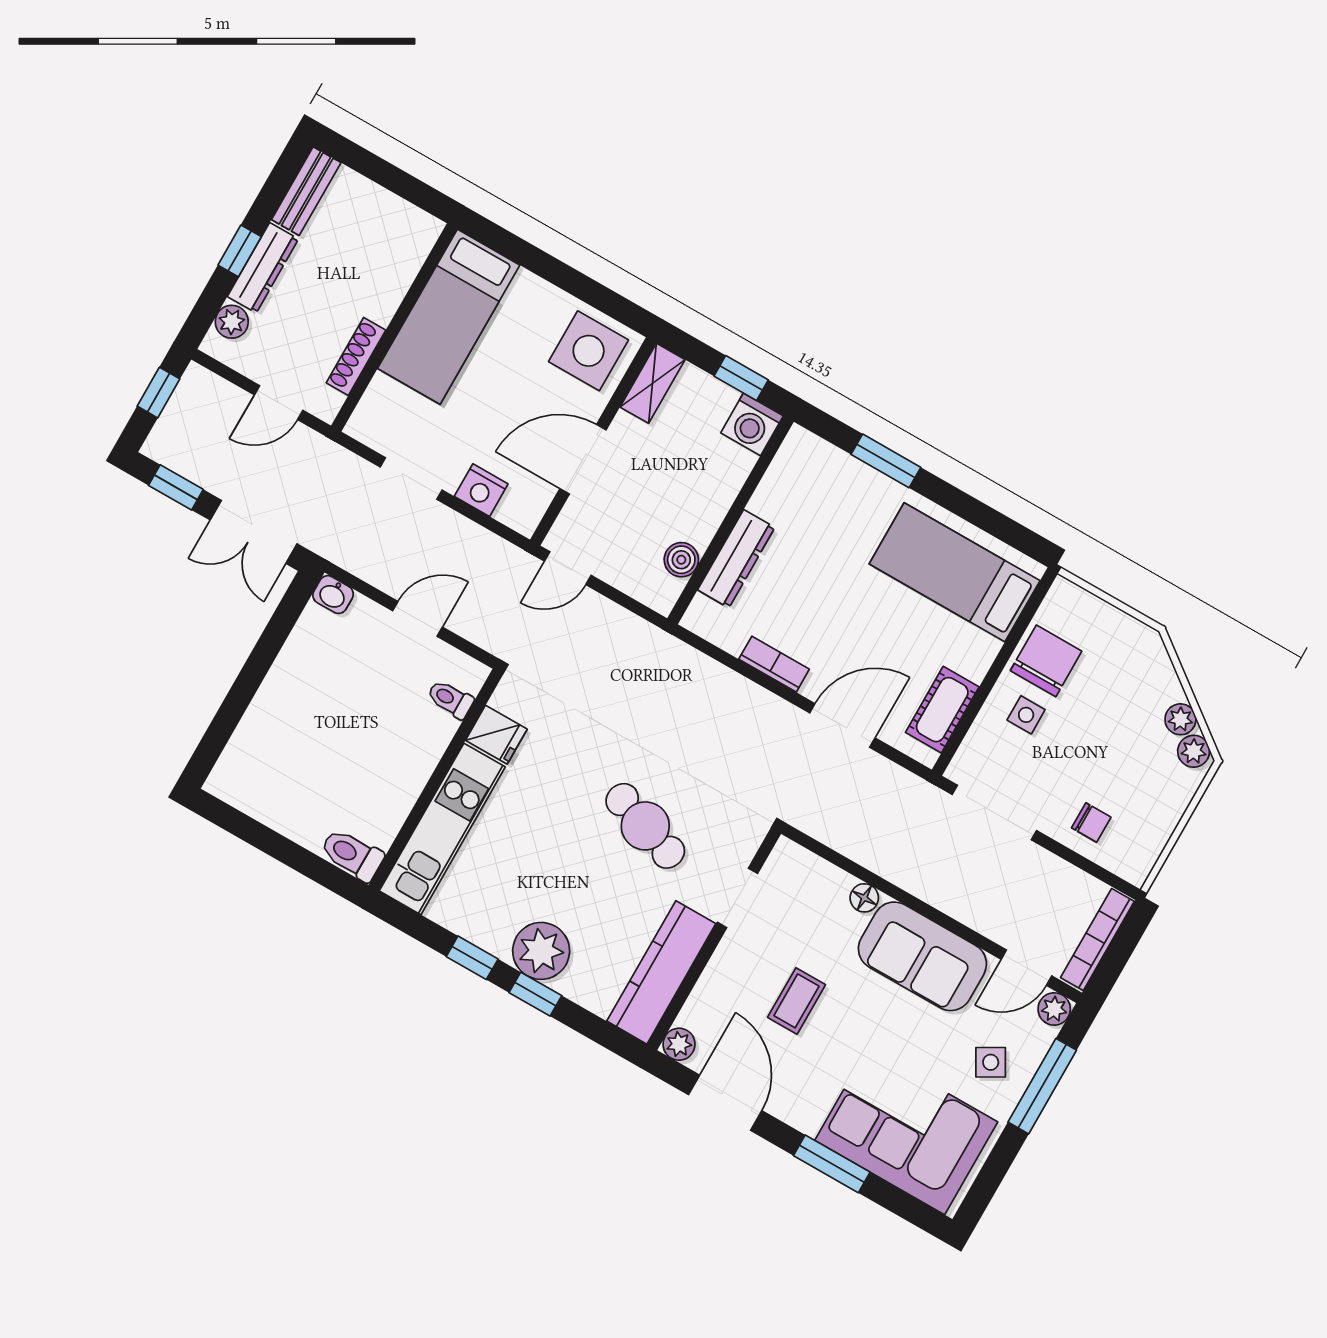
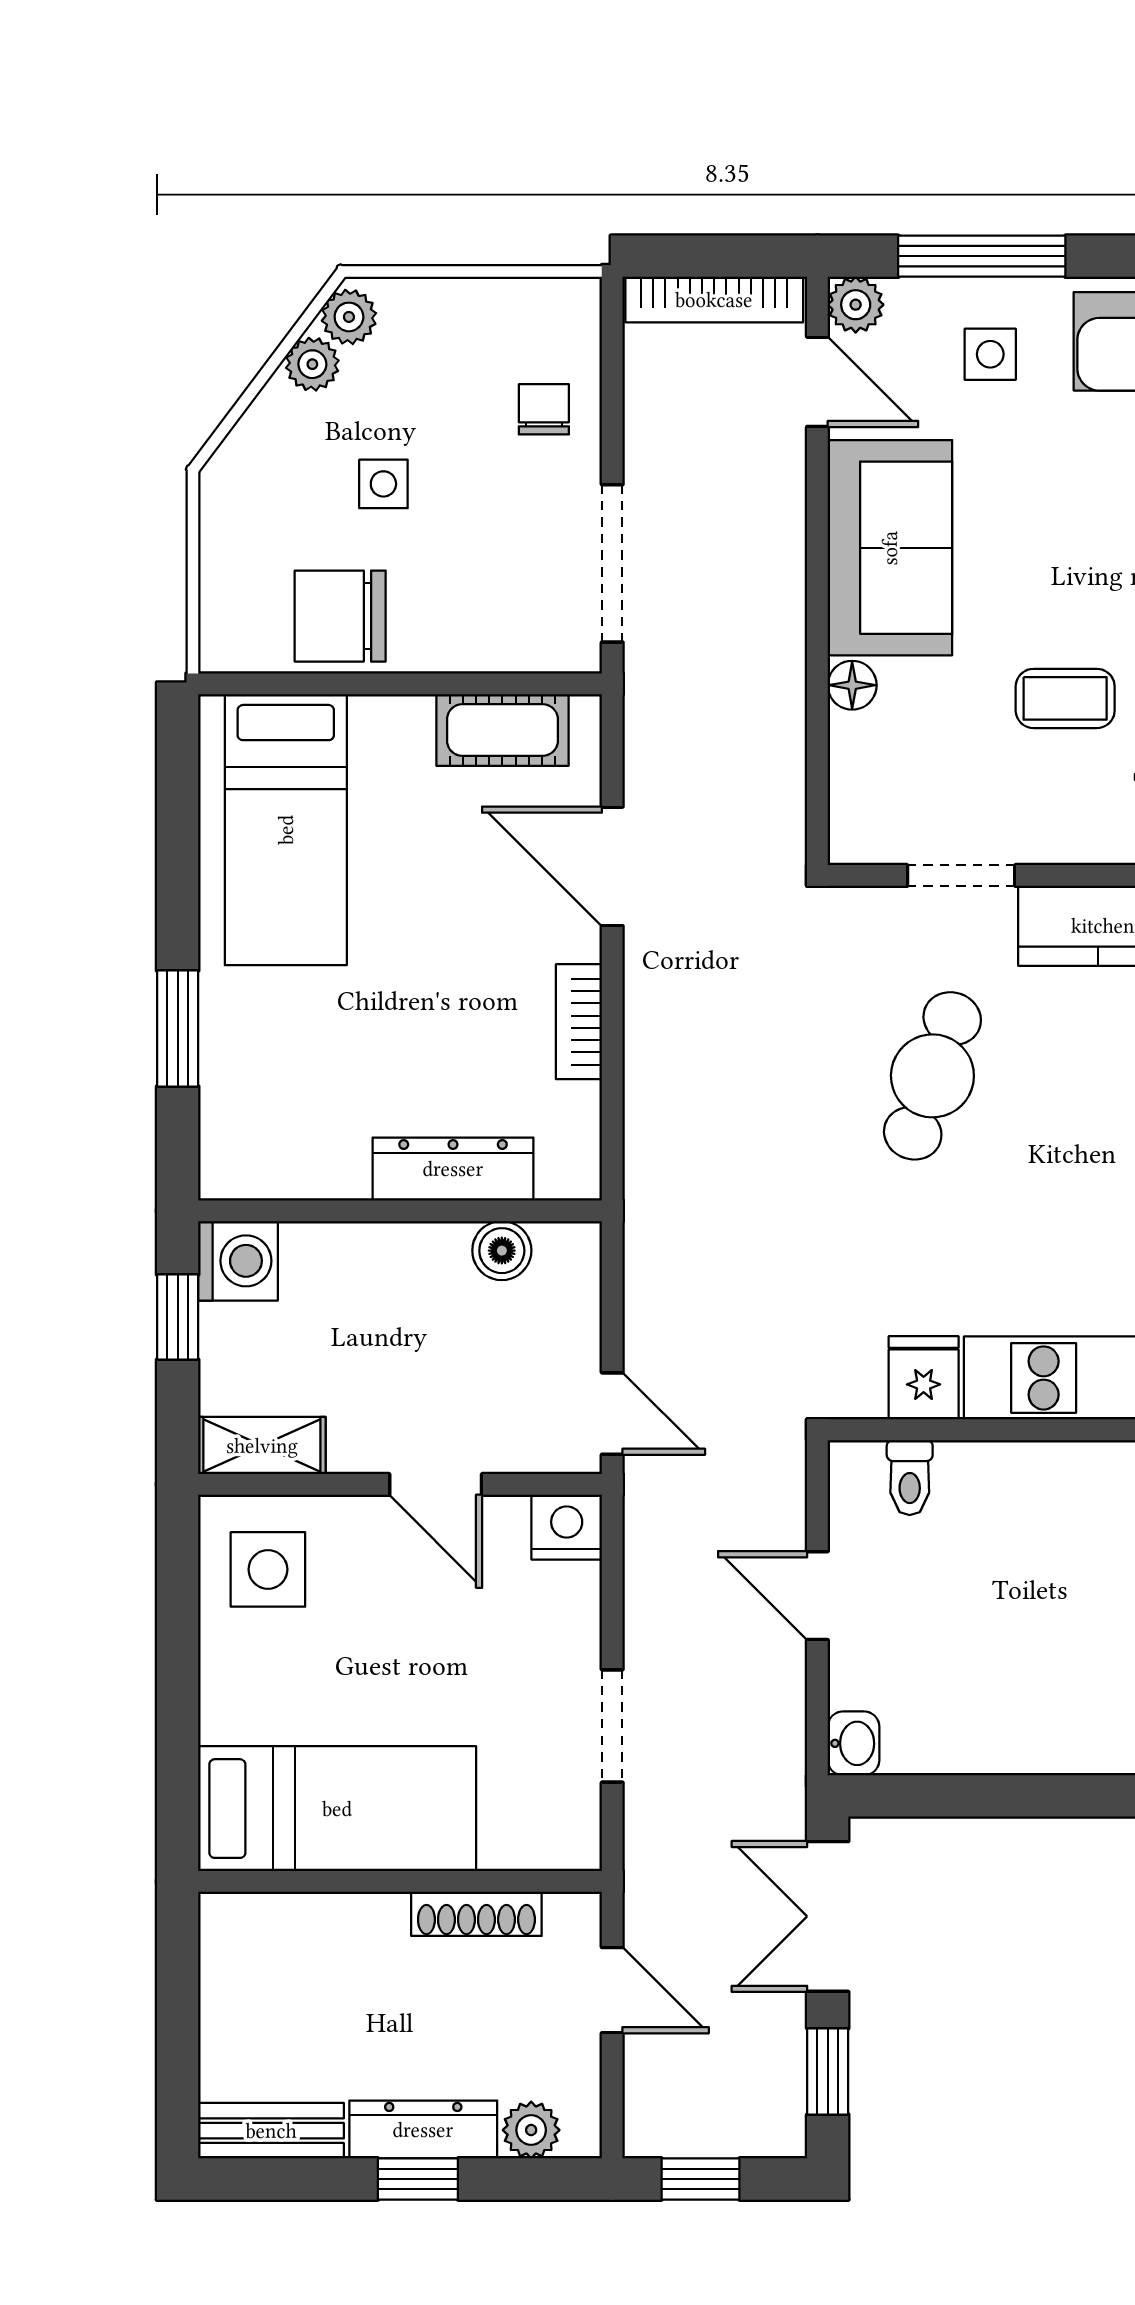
side table: (589, 351) -> (268, 1569), width x0.73, depth x0.73
door: (583, 459) -> (436, 1484), width x0.73
nightstand: (481, 490) -> (567, 1527), moved, turned -90
double door: (254, 532) -> (828, 1916), swing flipped
side table: (1026, 715) -> (383, 484), moved
side table: (991, 1062) -> (990, 354), turned 30

